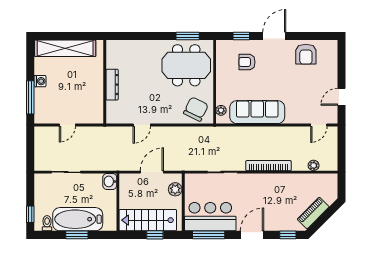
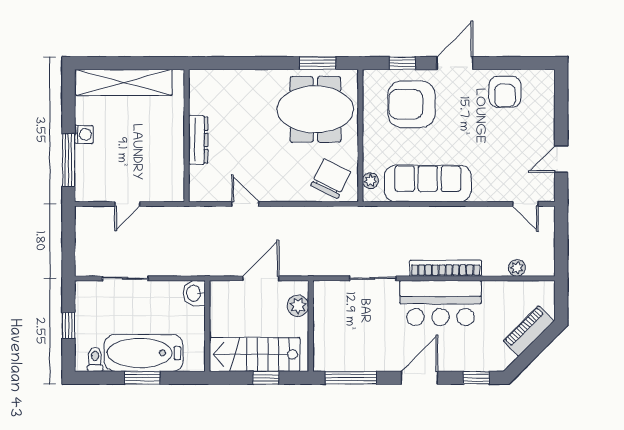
armchair: (247, 62) -> (411, 104), width x1.88, depth x1.88
door: (142, 125) -> (245, 204), swing flipped
door: (319, 125) -> (525, 204), hinge flipped
piano: (313, 213) -> (529, 331), moved
window: (30, 214) -> (69, 325), moved
bar counter: (210, 217) -> (440, 303), moved, turned 180

